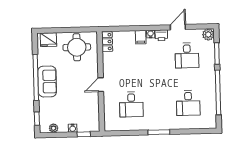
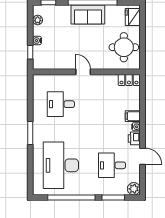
desk: (188, 103) -> (61, 165), width x1.87, depth x1.30

